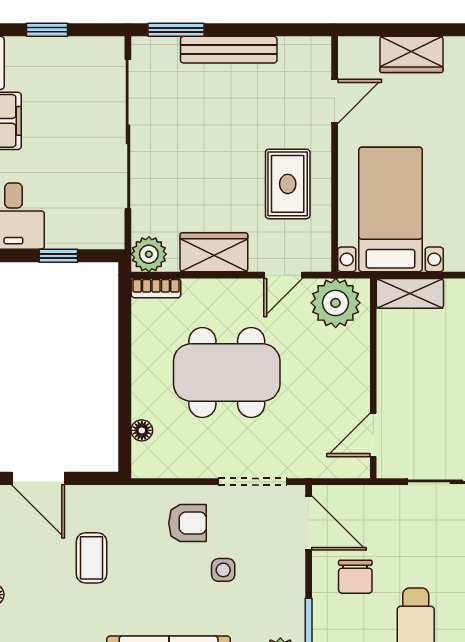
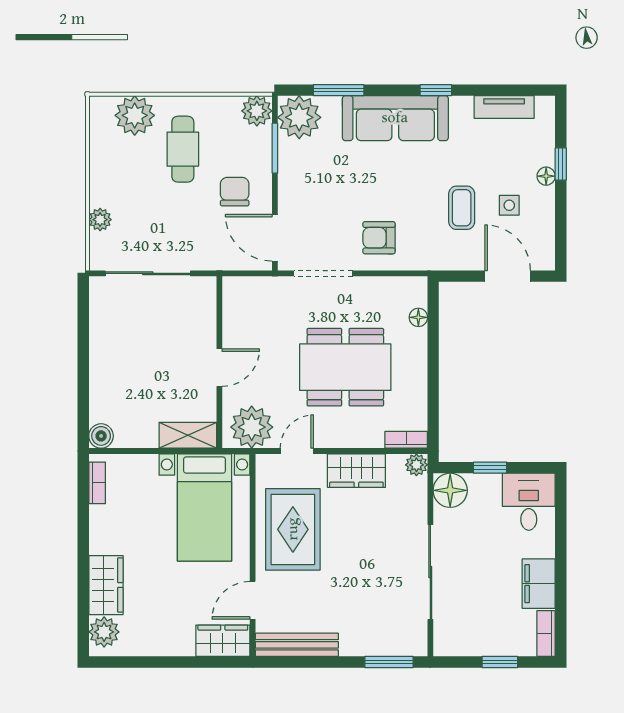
bench: (229, 50) -> (297, 645), moved
wardrobe: (411, 54) -> (223, 641), moved
sliding door: (128, 134) -> (430, 572), width x0.73
rug: (288, 184) -> (293, 529), width x1.36, depth x1.43
floor lamp: (105, 229) -> (450, 490), added
plant: (149, 254) -> (416, 465), width x0.73, depth x0.73
door: (373, 435) -> (219, 368), moved
side table: (223, 570) -> (509, 205), moved

